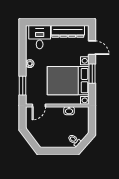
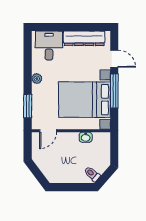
window: (92, 74) -> (114, 91), width x1.44

